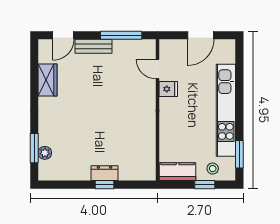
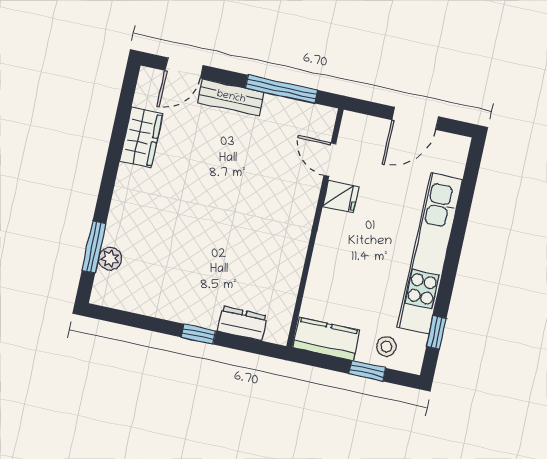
window: (239, 154) -> (436, 332), width x0.67
dresser: (105, 173) -> (242, 323), moved

